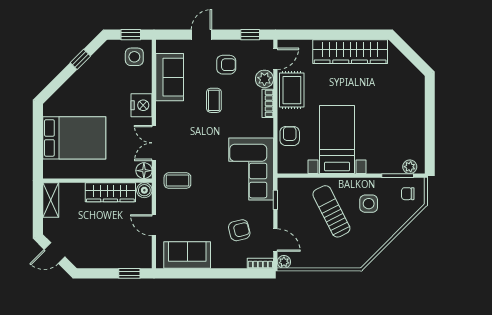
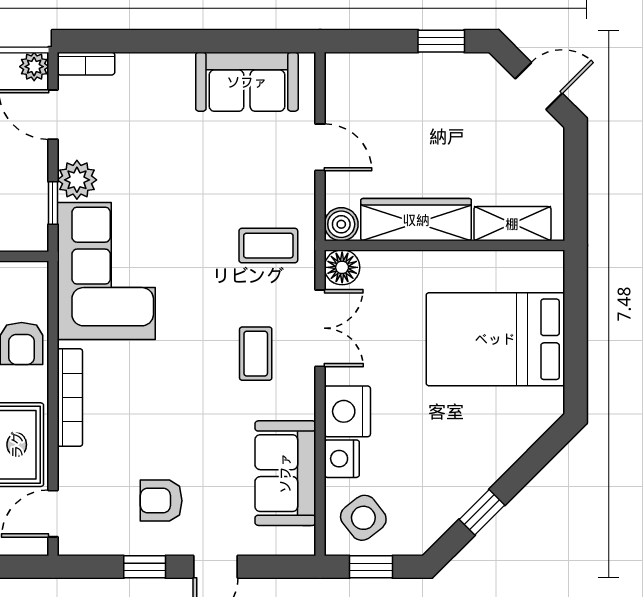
window: (250, 35) -> (145, 567), moved
side table: (134, 57) -> (363, 518), turned -38
plant: (264, 79) -> (77, 180), moved
nightstand: (144, 84) -> (342, 459), added
coffee table: (214, 100) -> (256, 354), moved
bookcase: (268, 103) -> (70, 398), width x1.56
shelving: (51, 200) -> (512, 224), moved, turned 90
armchair: (239, 230) -> (132, 136), removed
window: (129, 273) -> (441, 41), moved

